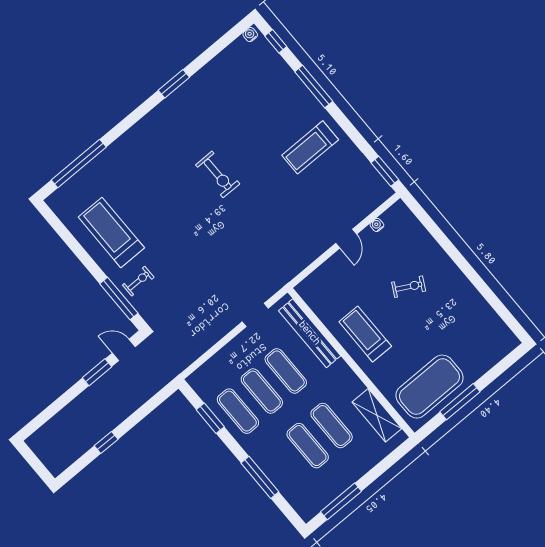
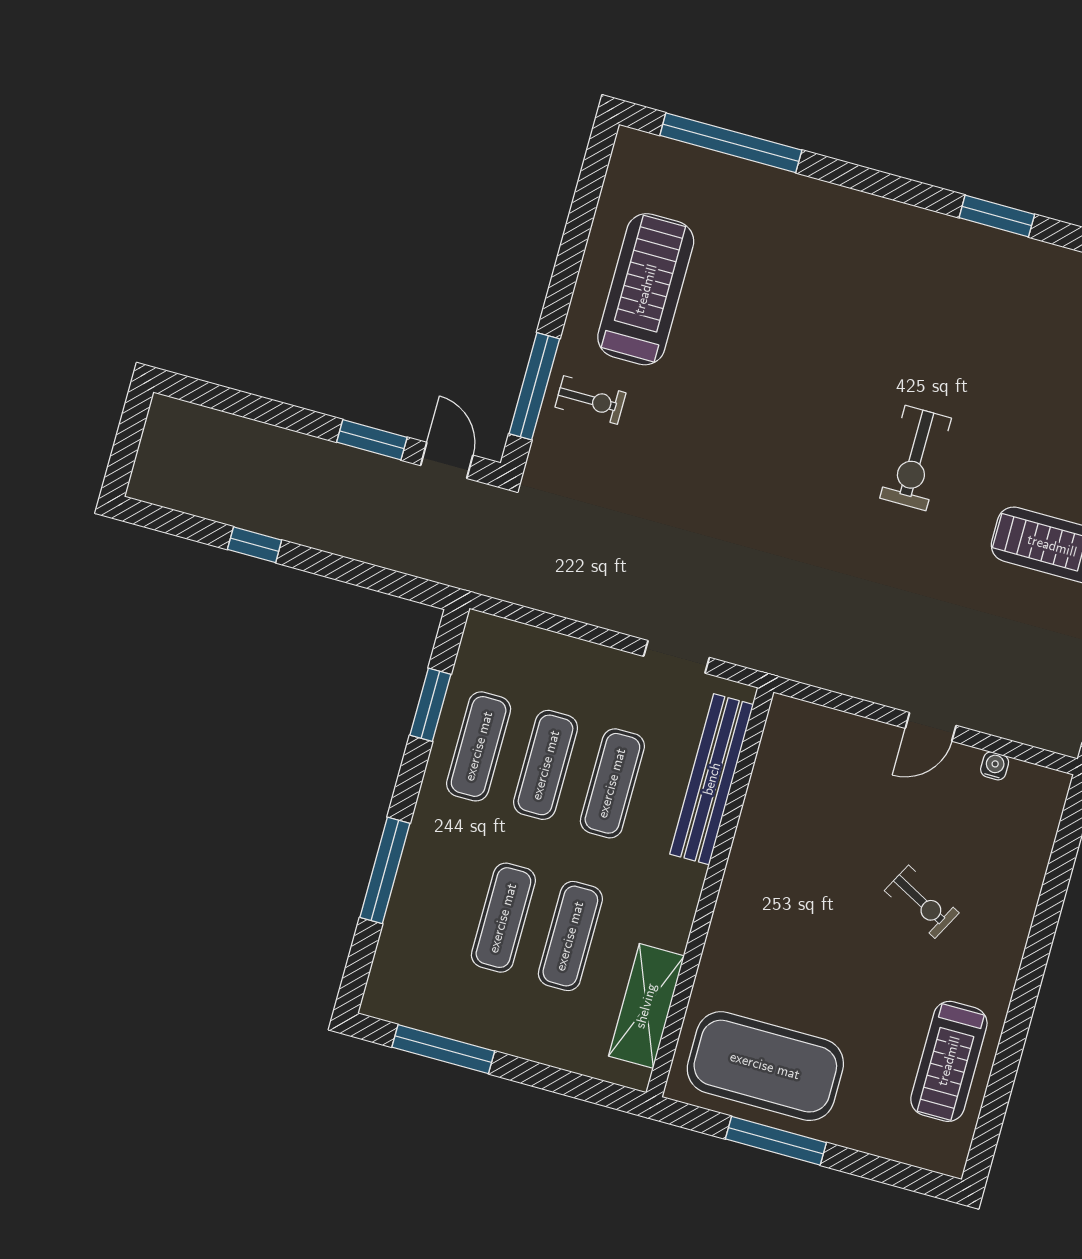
exercise bike: (218, 174) -> (916, 458), moved
treadmill: (365, 334) -> (949, 1061), moved, turned 180

